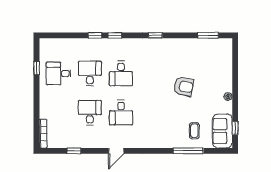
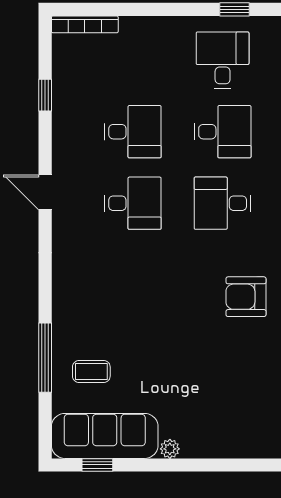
armchair: (184, 86) -> (246, 297), moved, turned 79
desk: (121, 113) -> (133, 203), turned 180
sofa: (222, 131) -> (105, 436), width x1.36

